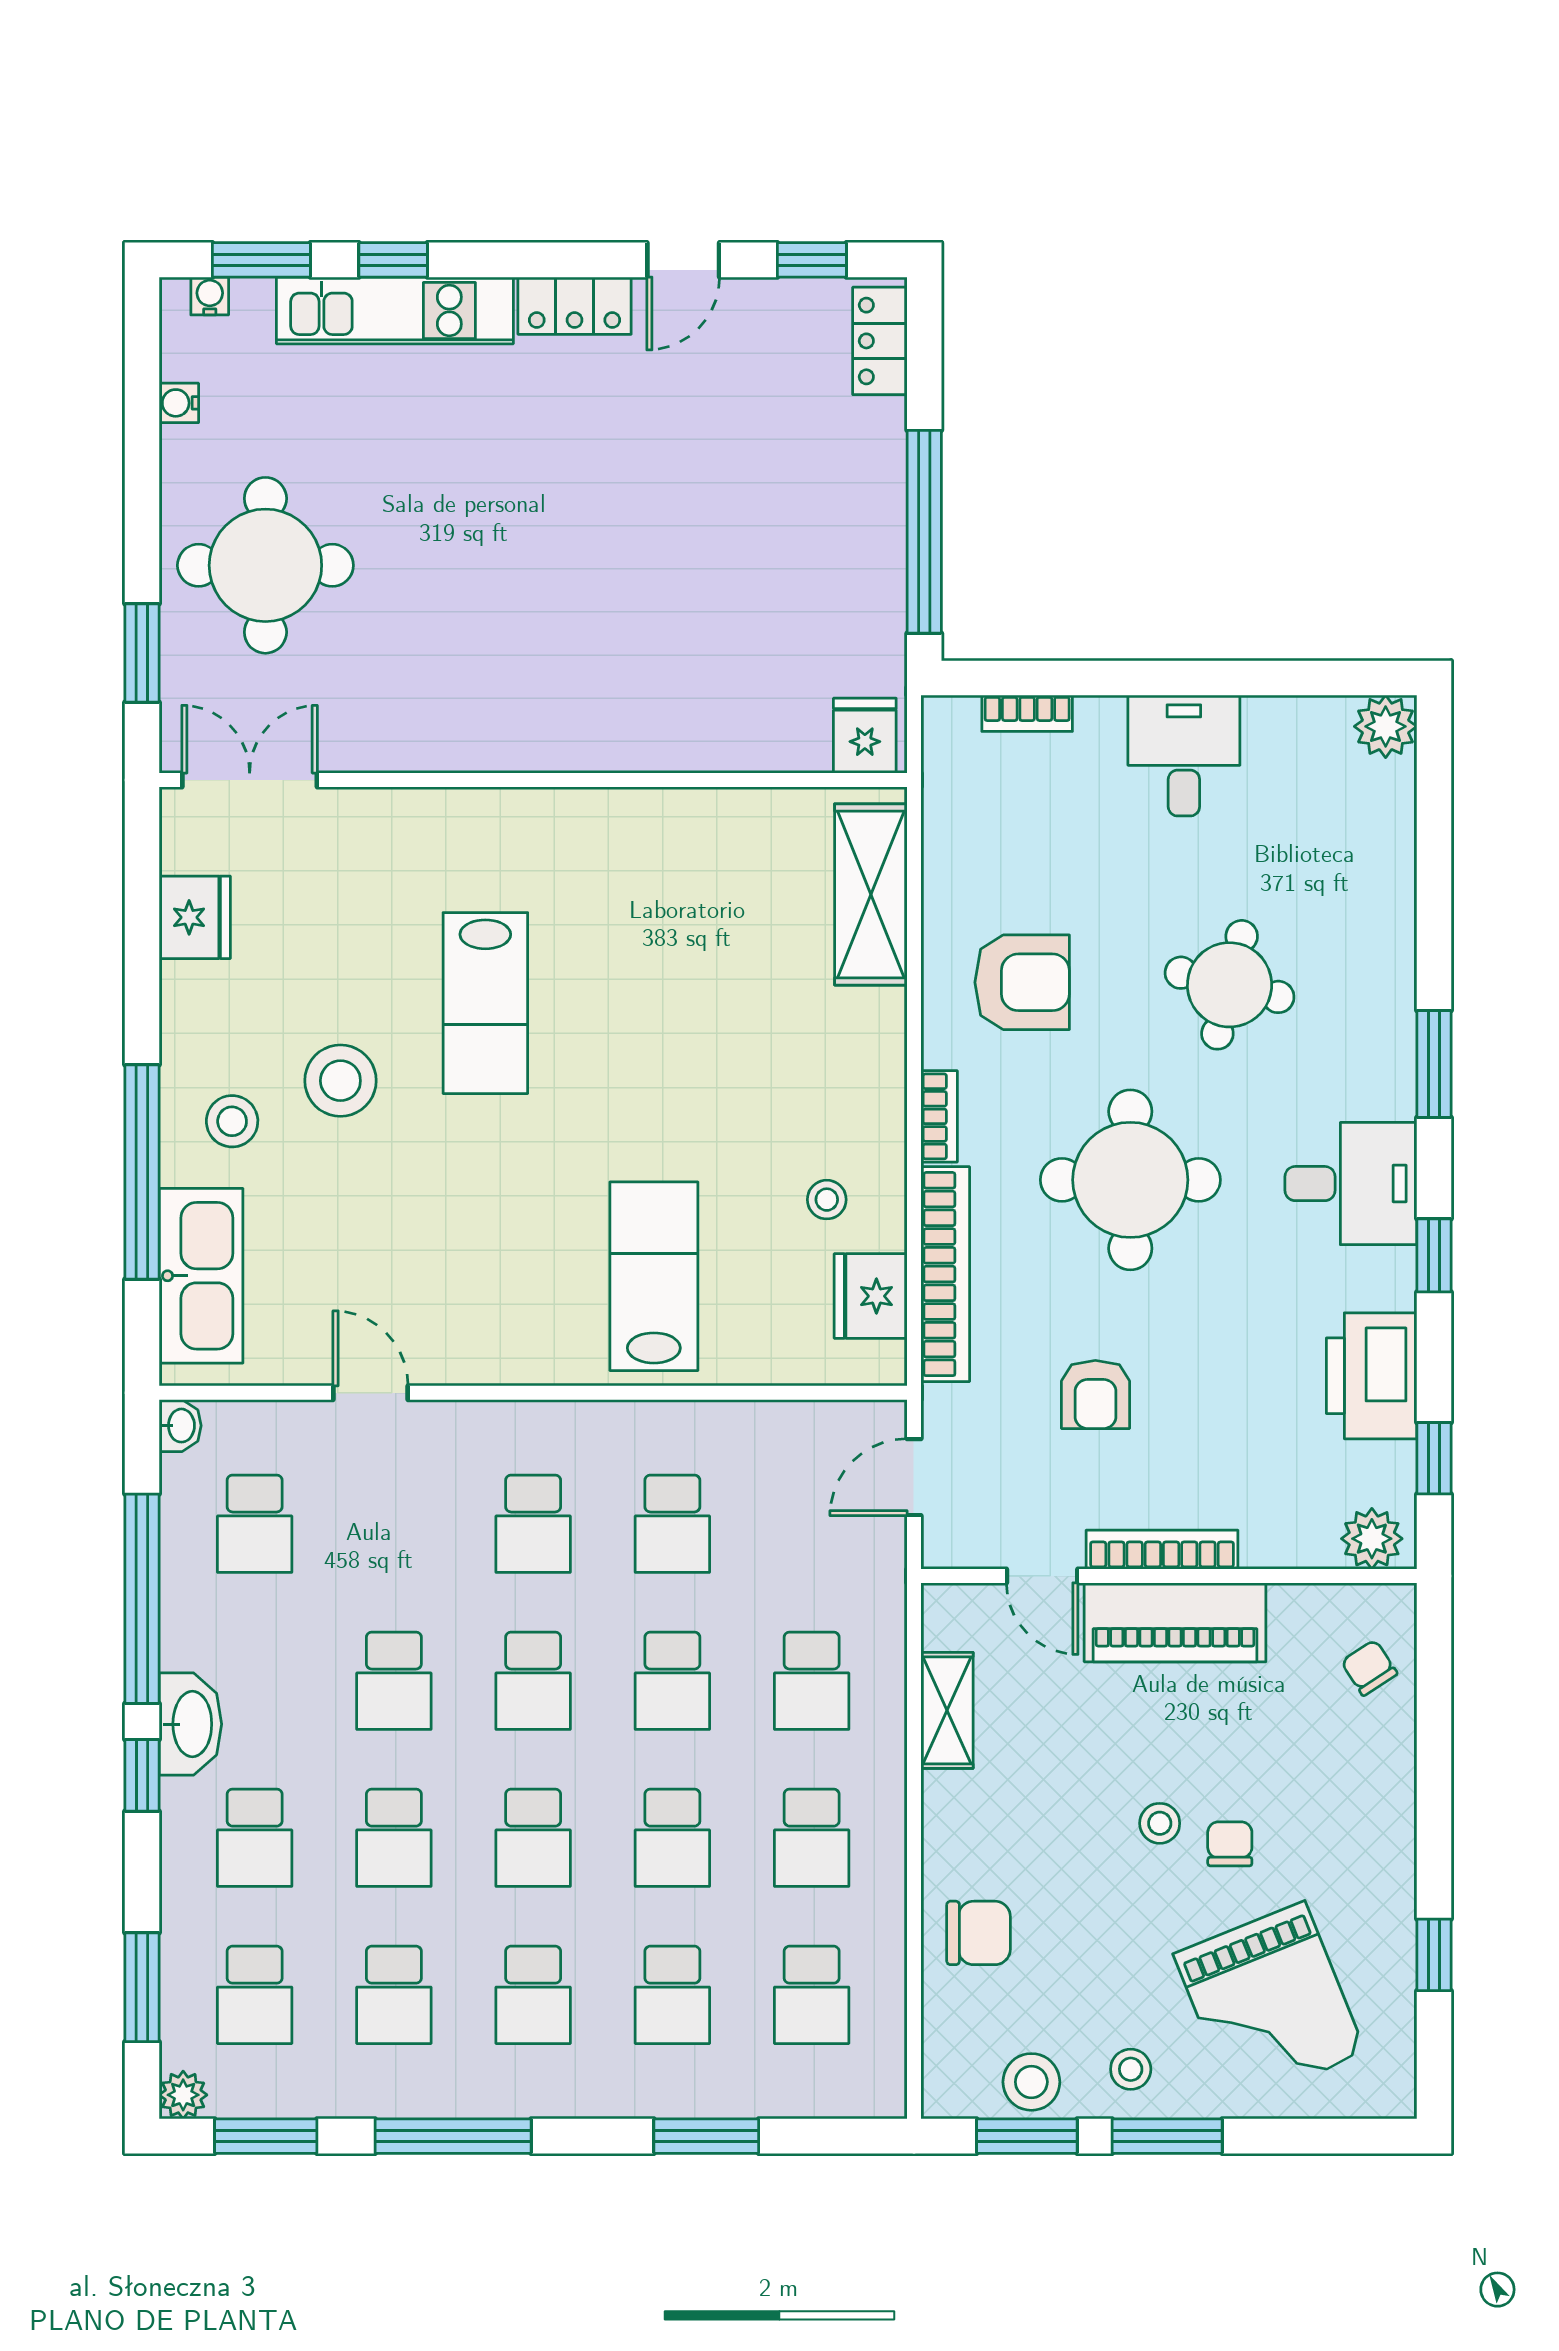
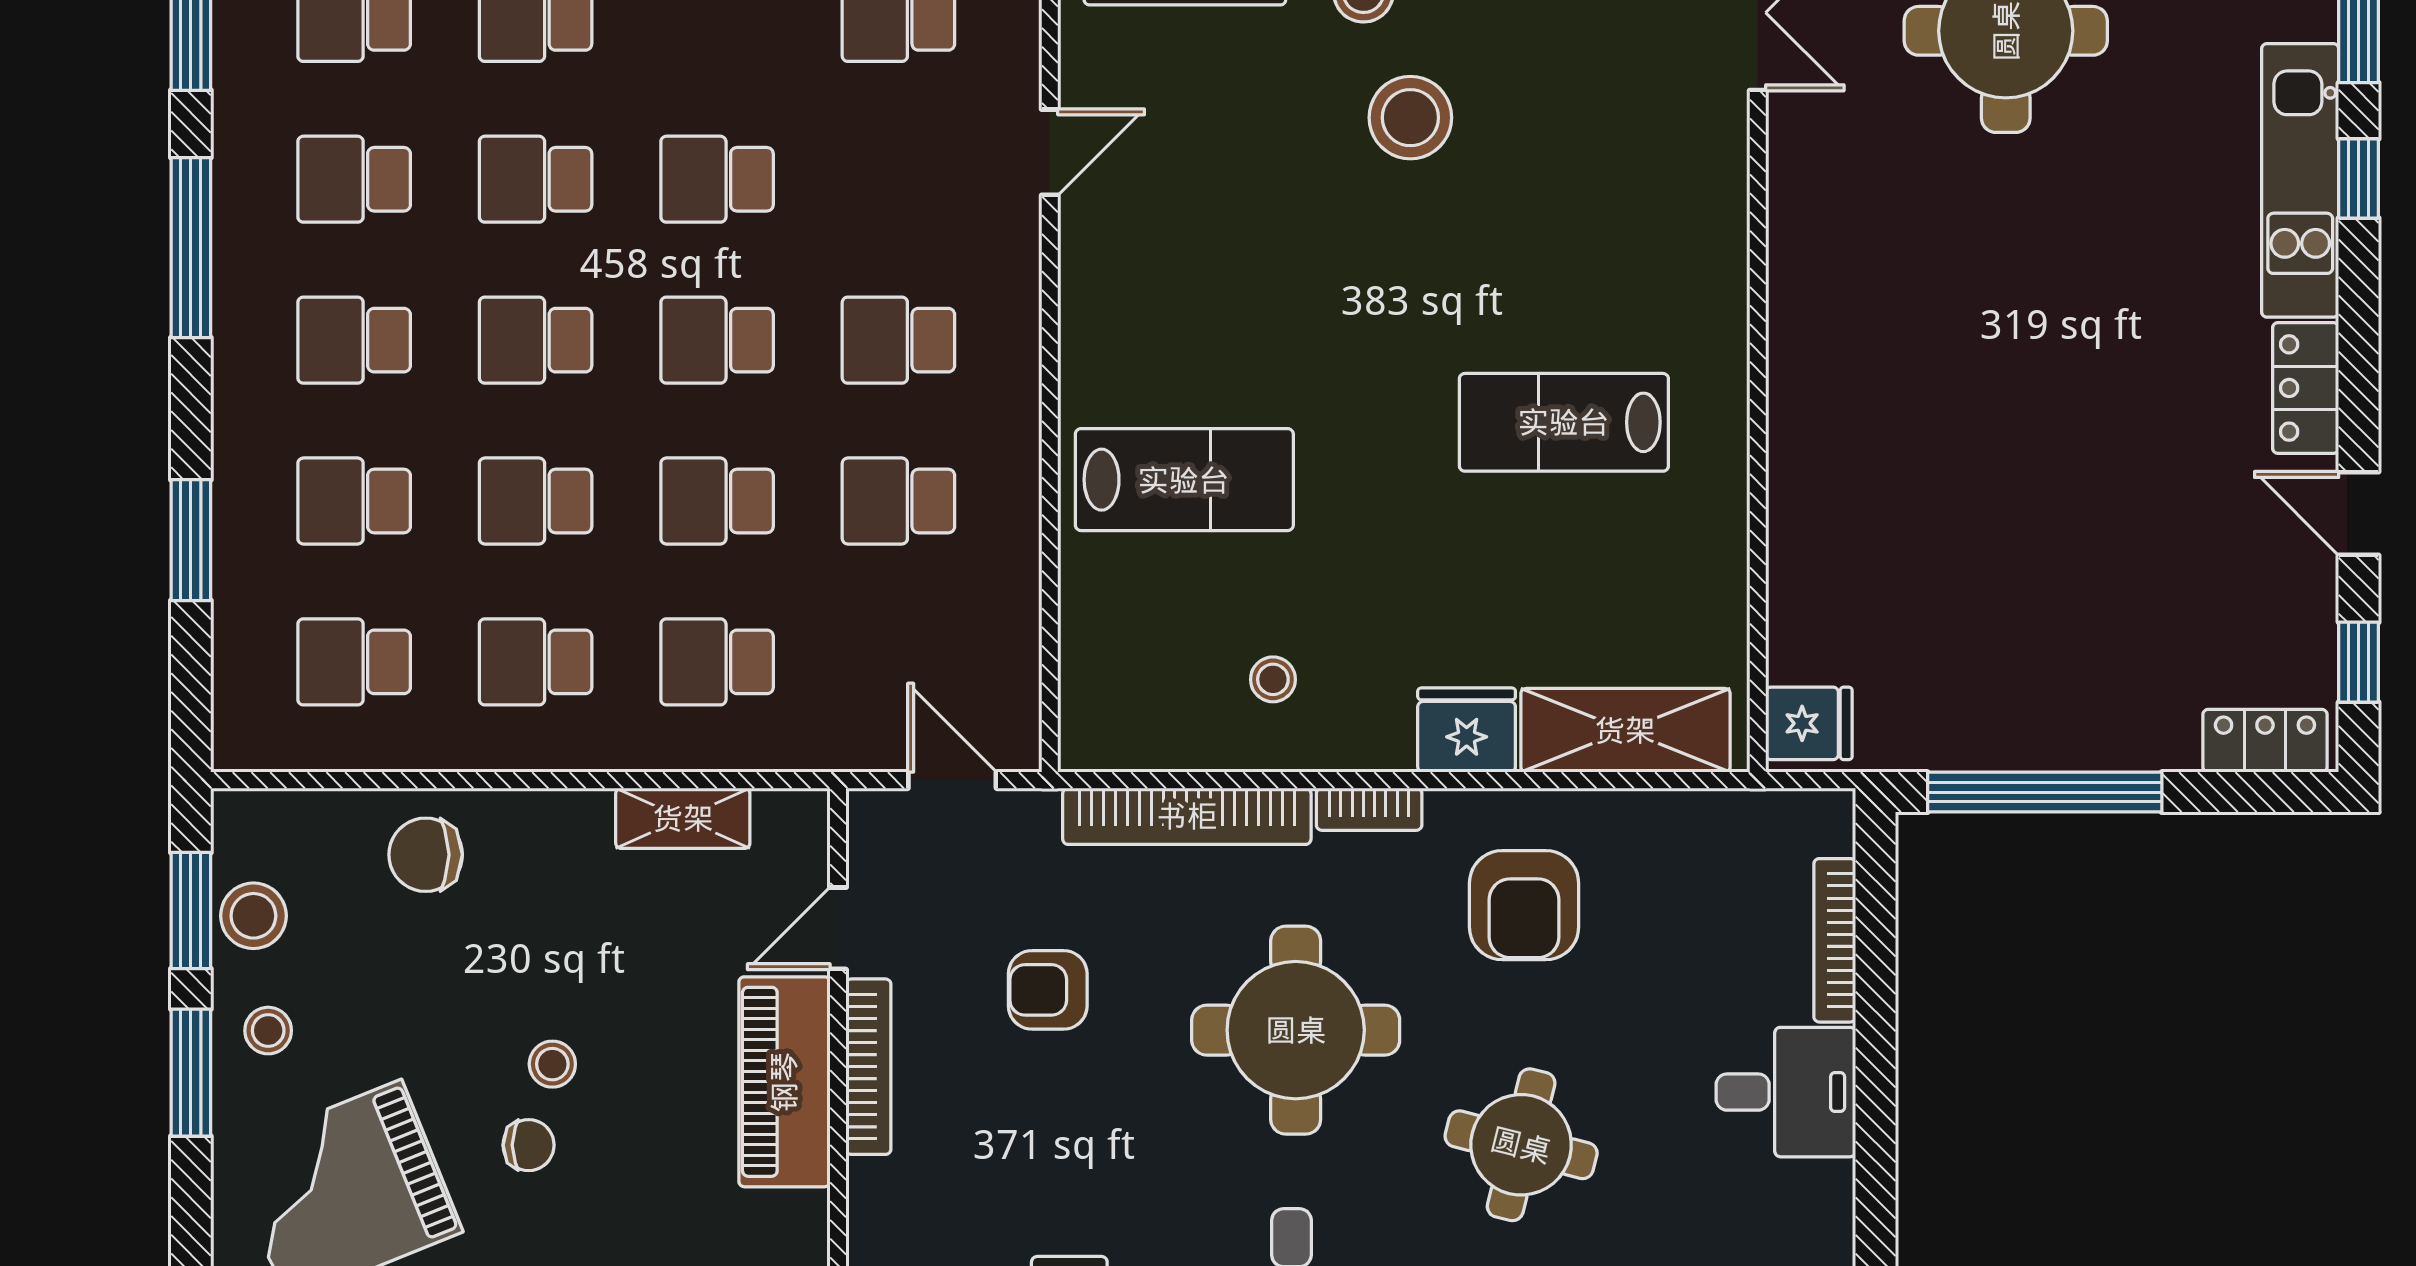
bookcase: (1027, 713) -> (1835, 940), width x1.56
lab bench: (485, 1003) -> (1564, 422), moved
fridge: (871, 1296) -> (1467, 730), moved
chair: (979, 1933) -> (426, 855), turned 90

